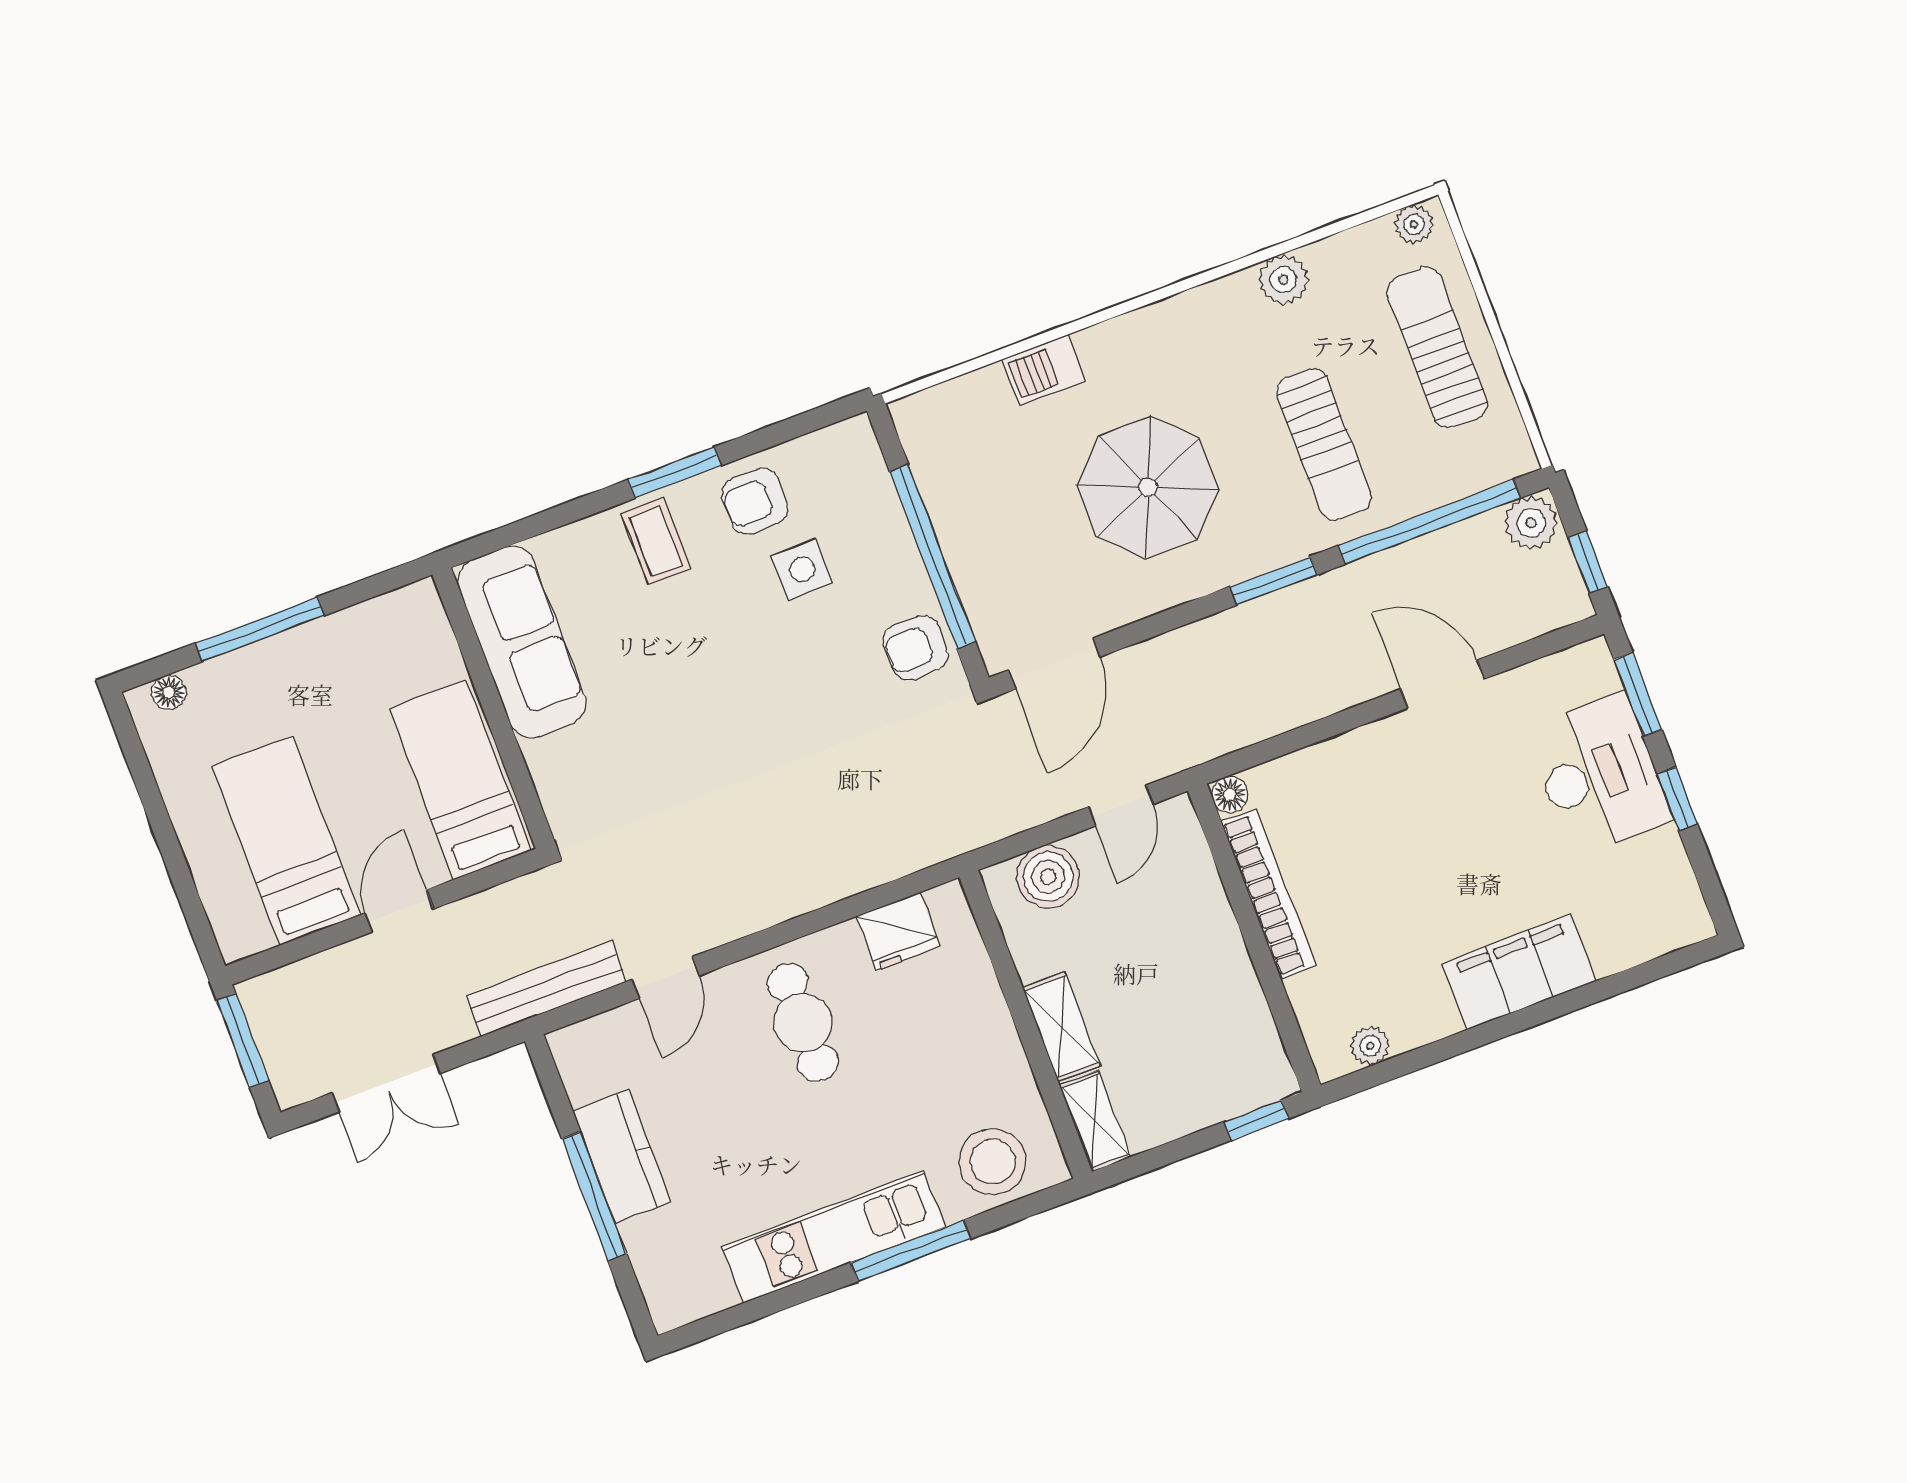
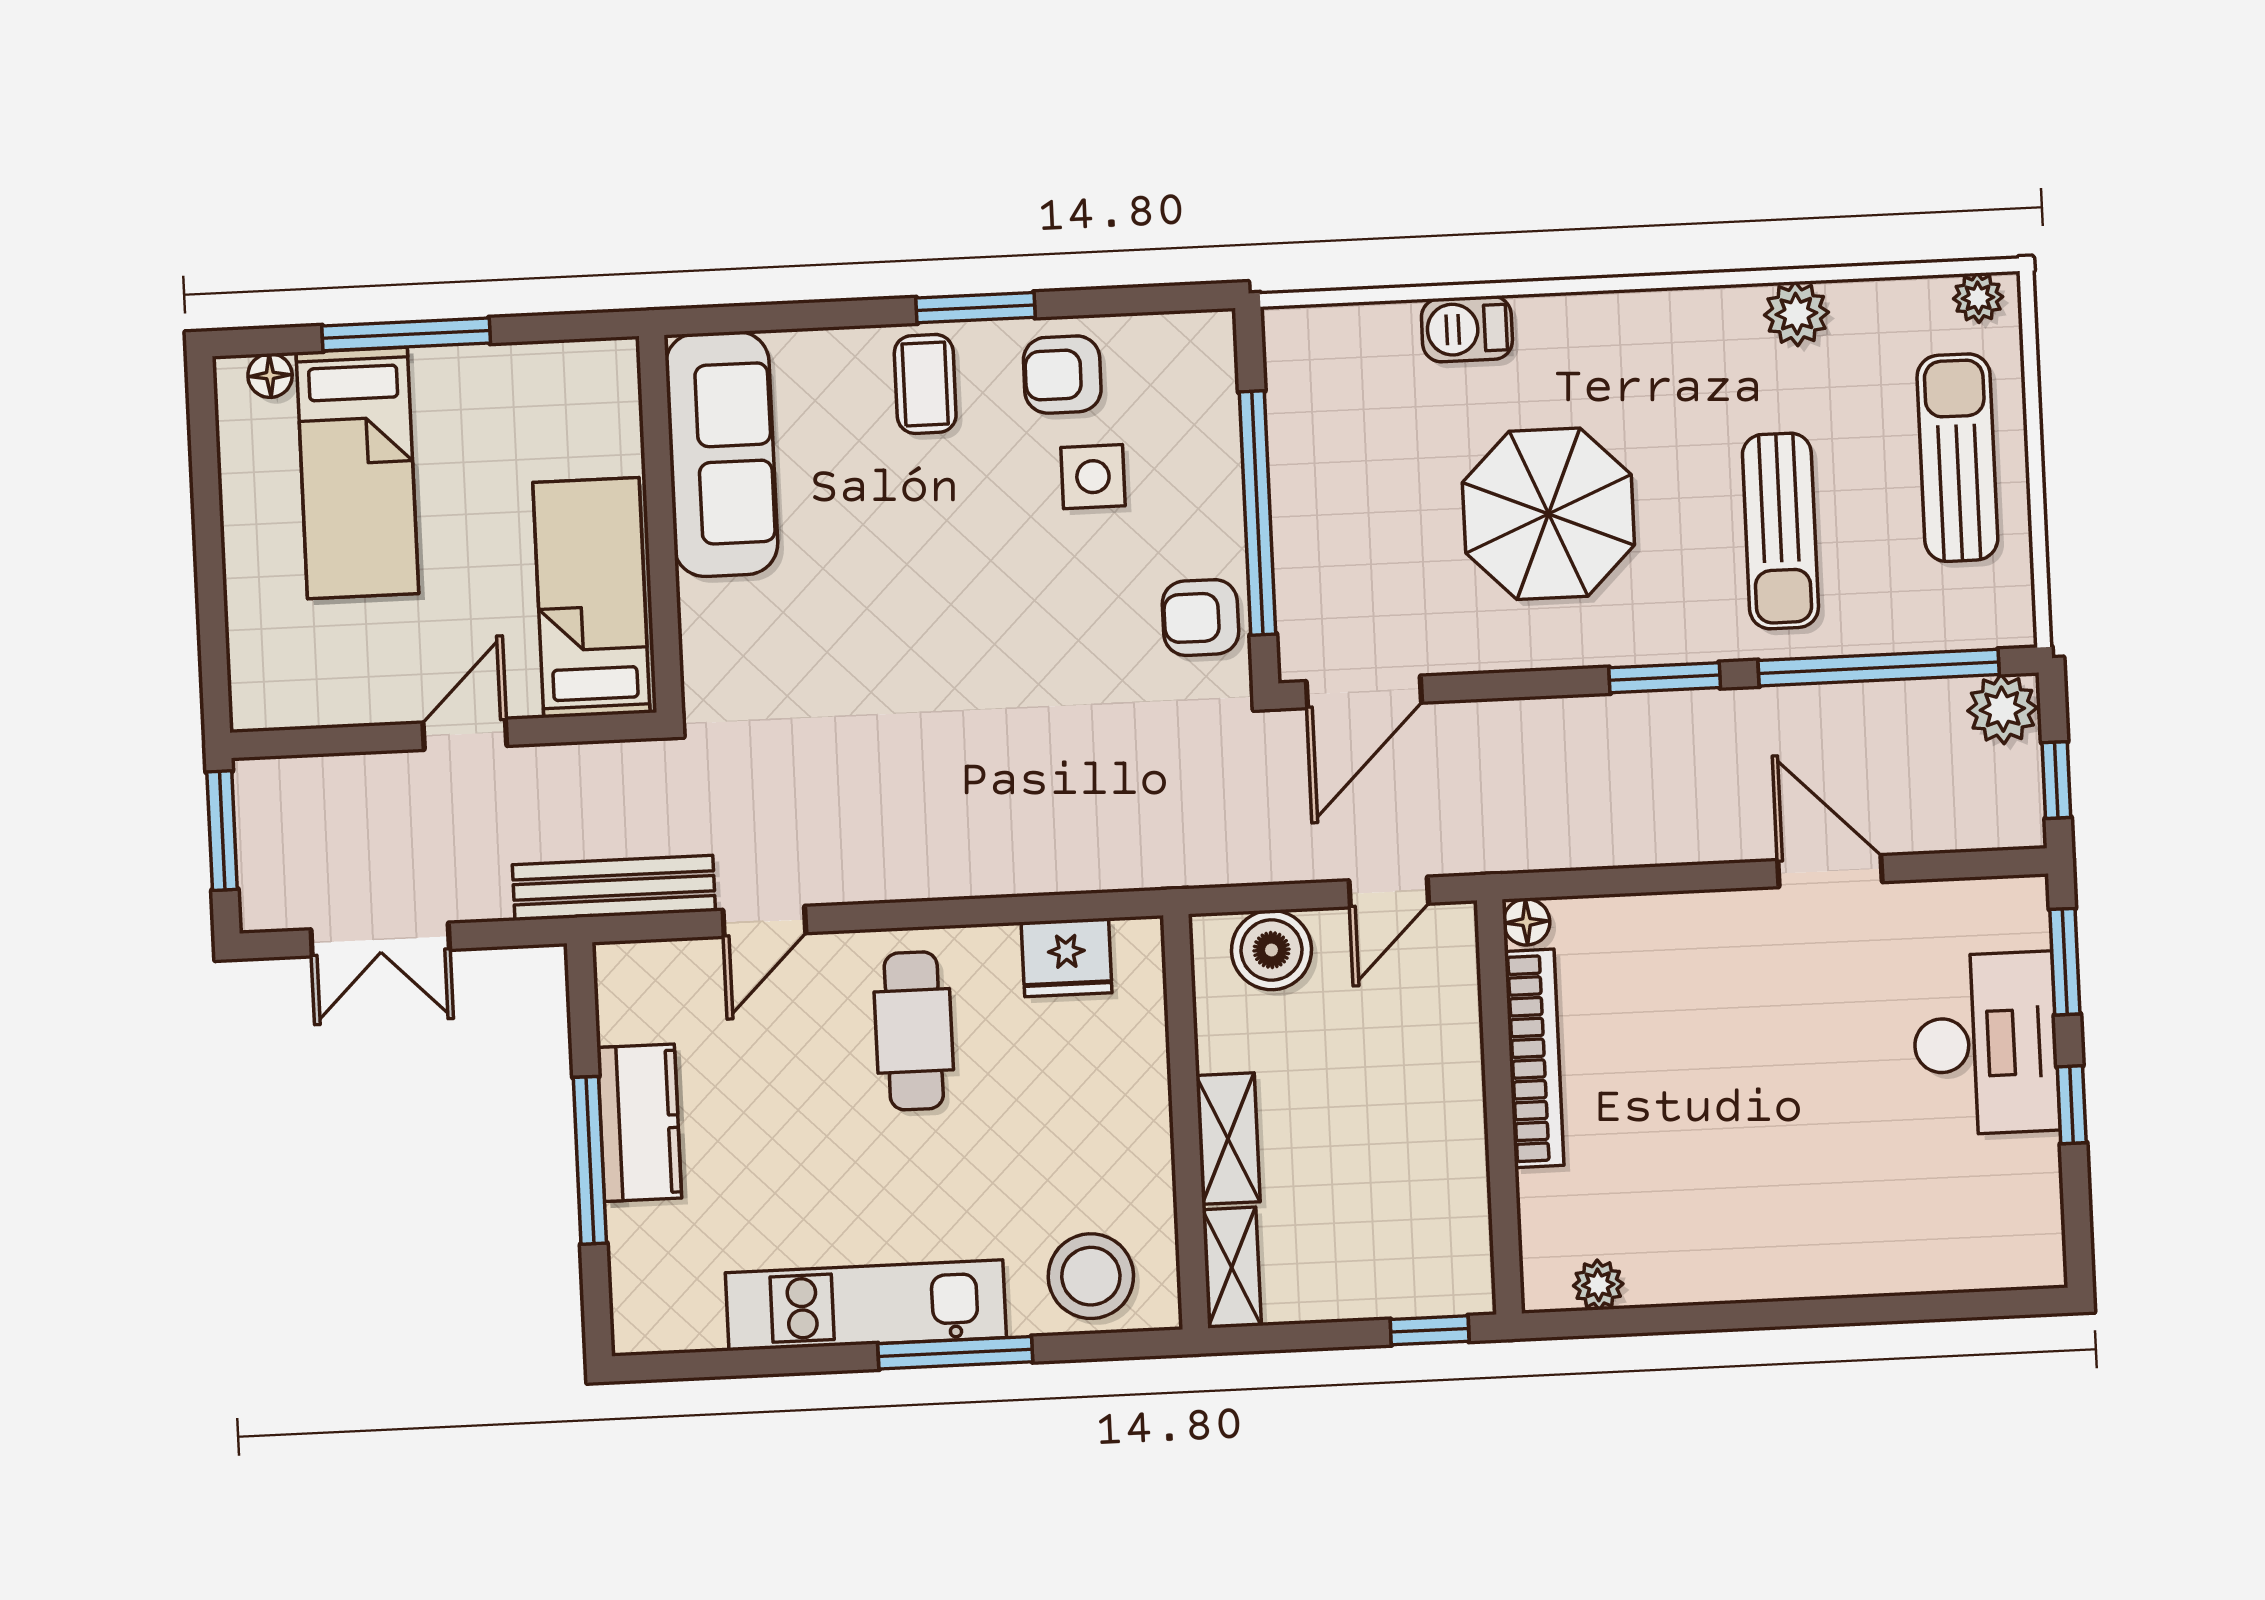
bed: (286, 841) -> (357, 473), moved, turned 180
filing cabinet: (1519, 972) -> (1810, 1254), removed

